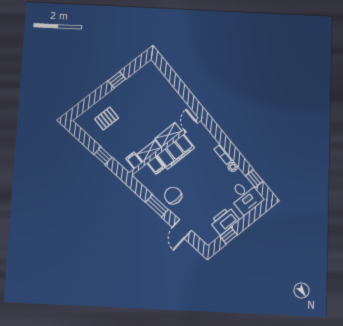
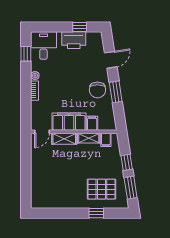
window: (117, 80) -> (96, 213), moved
pallet: (107, 118) -> (101, 189), width x1.50, depth x1.42
window: (84, 138) -> (131, 188), added

